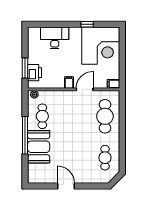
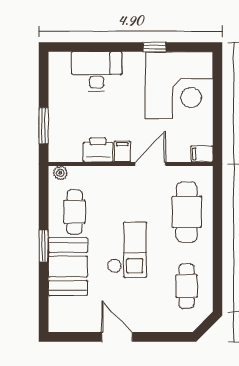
printer: (35, 73) -> (98, 150), moved, turned -90
window: (25, 135) -> (44, 246), width x0.47
checkout: (72, 137) -> (127, 250), added

